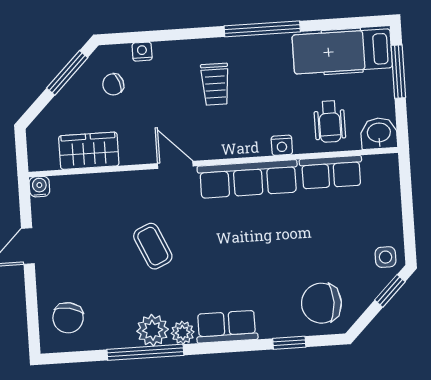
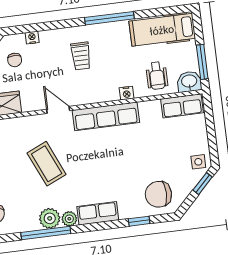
window: (398, 72) -> (202, 62), moved
chair: (113, 84) -> (15, 60), turned -71
row of seats: (331, 172) -> (182, 106), moved
coffee table: (153, 246) -> (47, 164), width x1.36, depth x1.30

